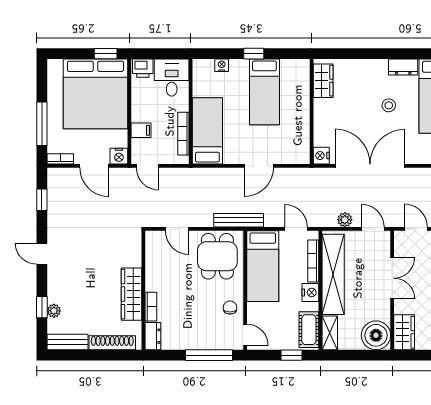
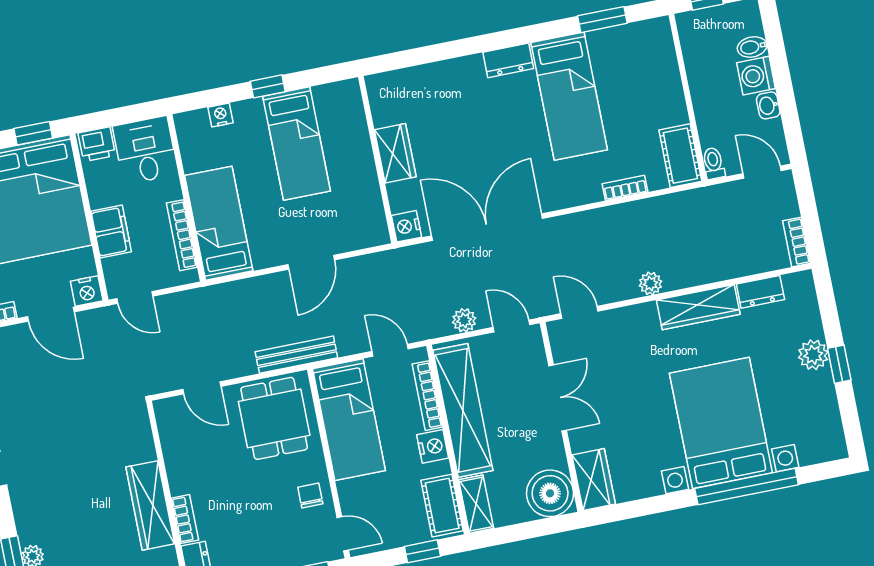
wardrobe: (323, 81) -> (395, 153), moved
stool: (389, 105) -> (497, 126), removed
filing cabinet: (141, 130) -> (111, 231), width x2.00

